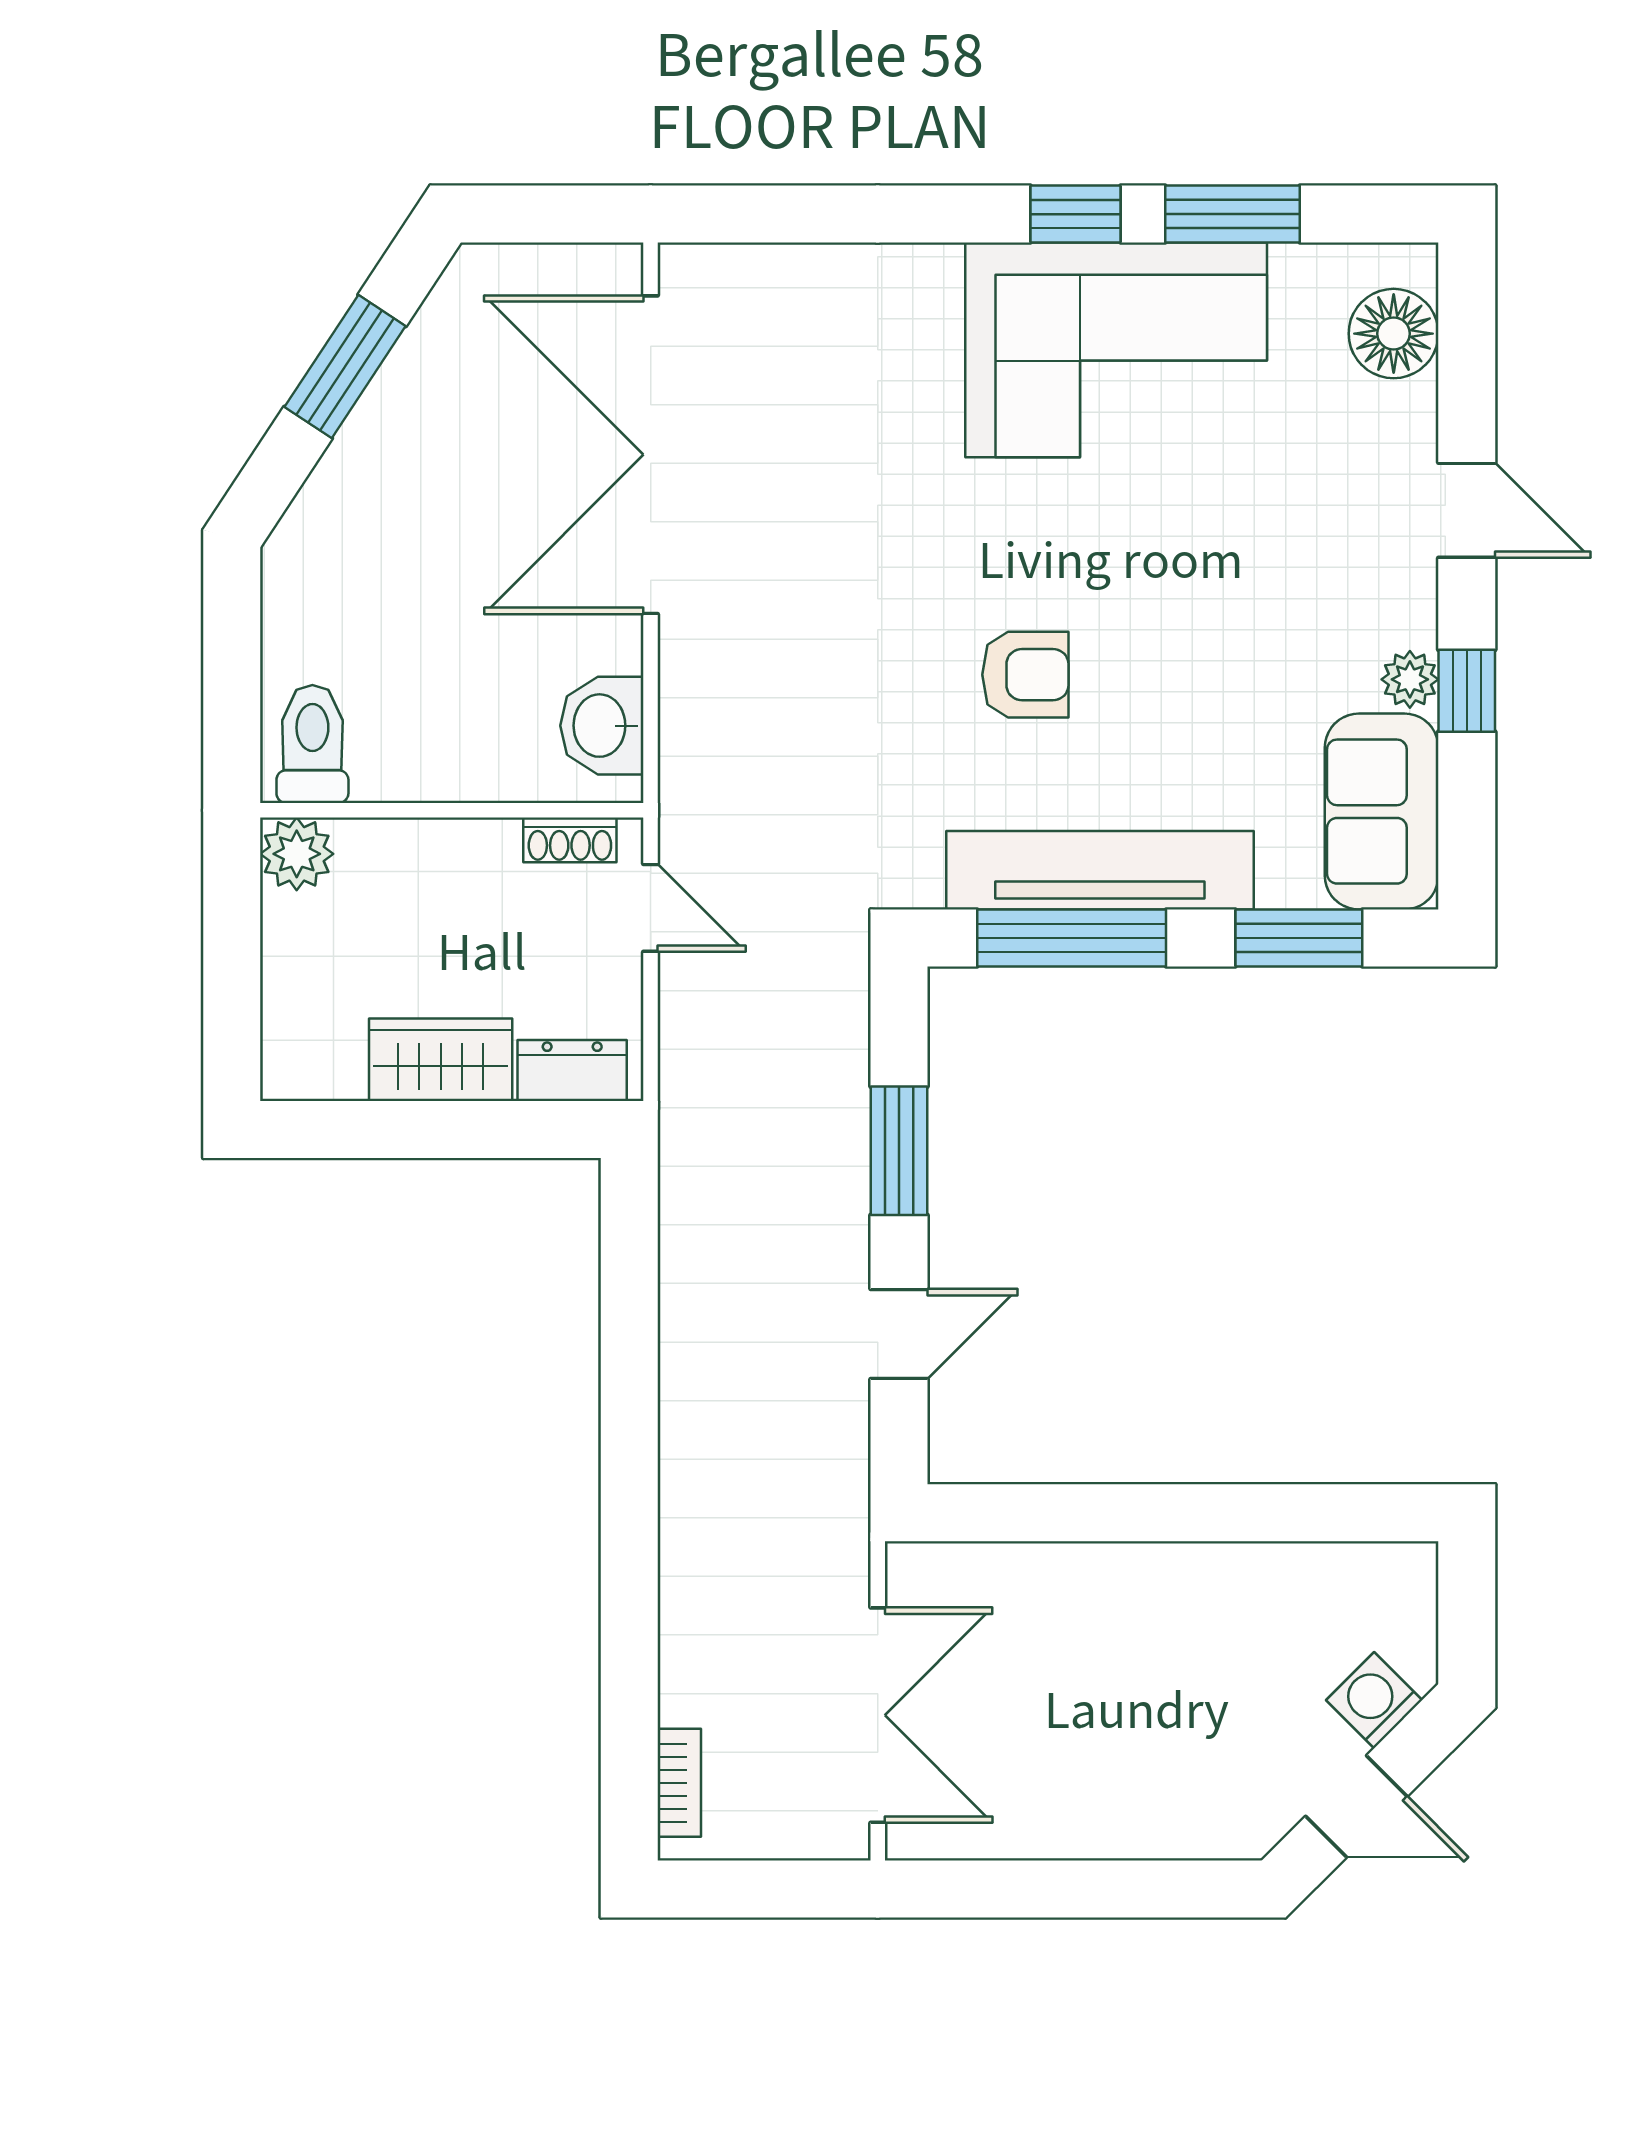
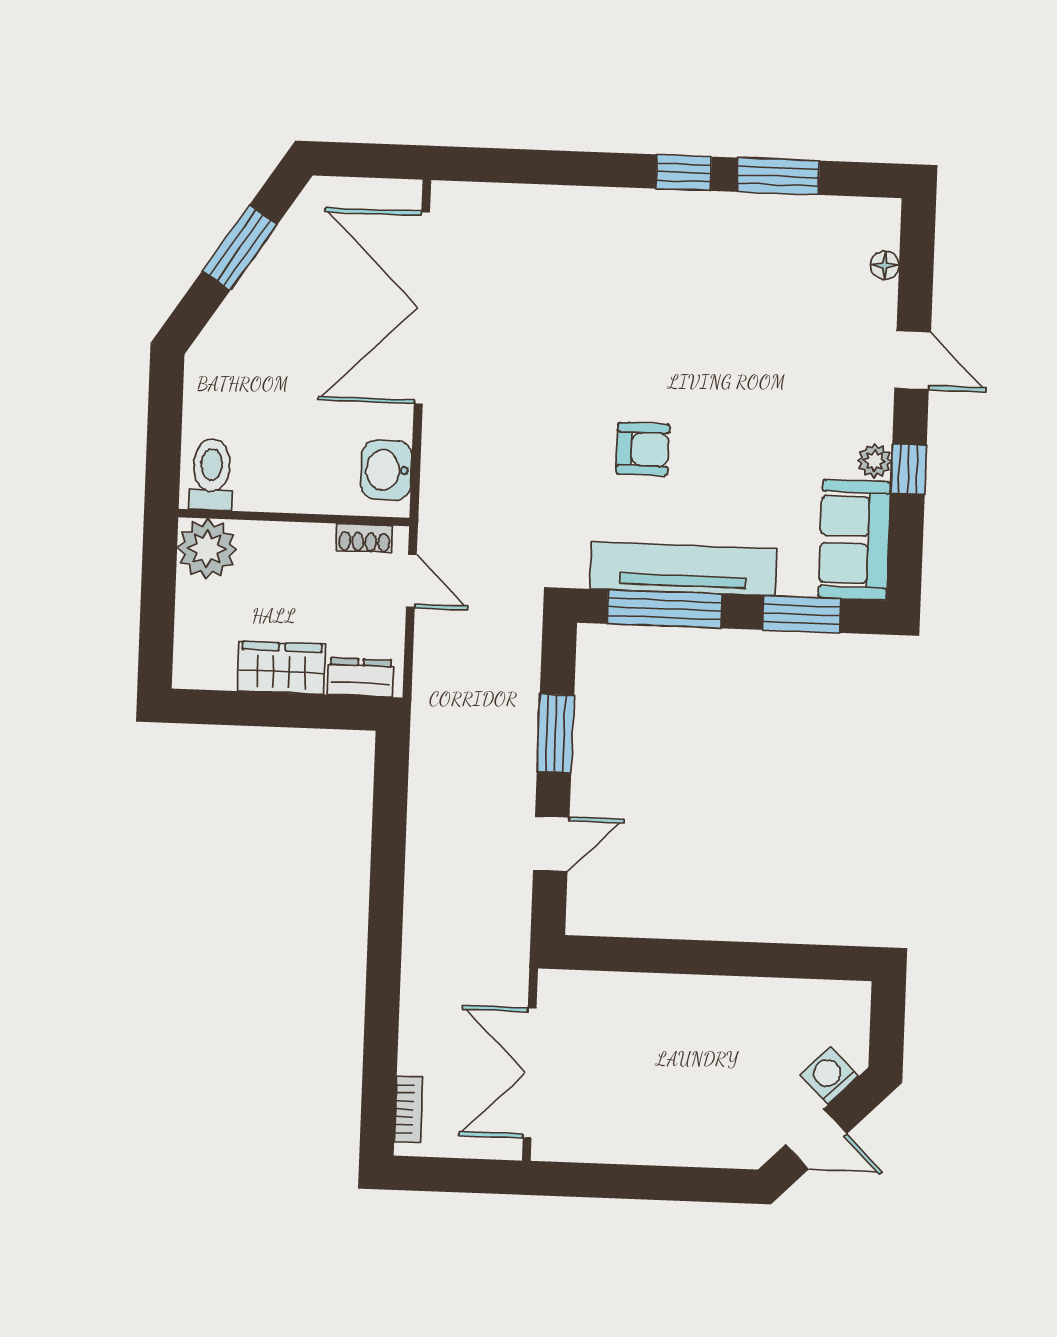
floor lamp: (1394, 334) -> (885, 265), width x0.53, depth x0.53
corner sofa: (1116, 350) -> (705, 255), removed
plant: (297, 854) -> (207, 549), width x1.36, depth x1.36
double door: (878, 1715) -> (530, 1073), swing flipped

